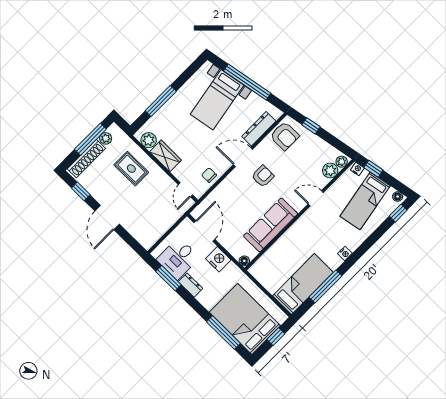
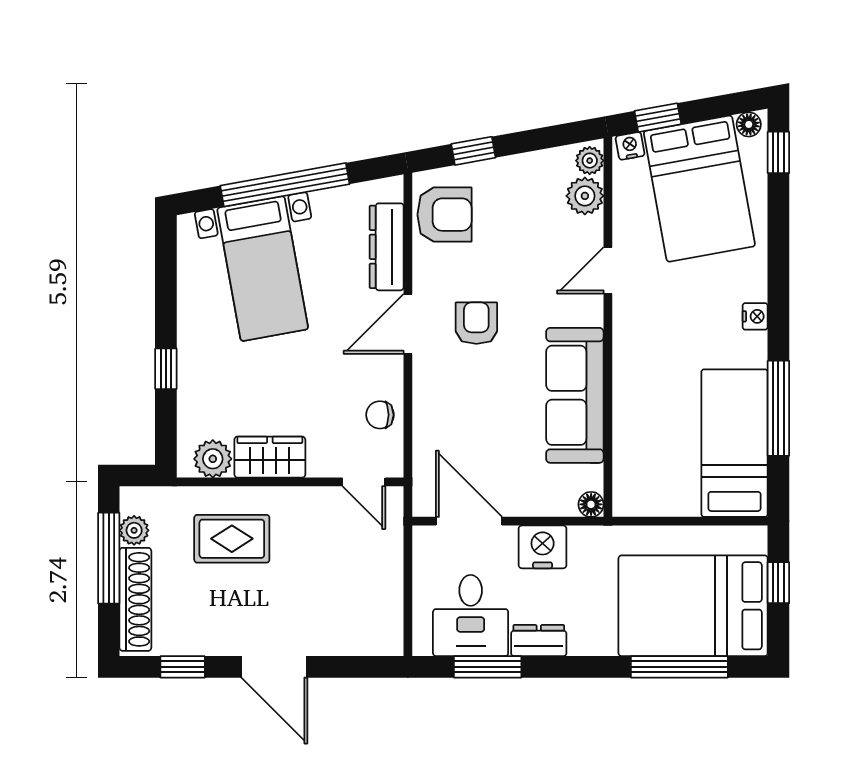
window: (161, 101) -> (166, 369), width x0.46
bed: (365, 201) -> (699, 189), width x1.50

